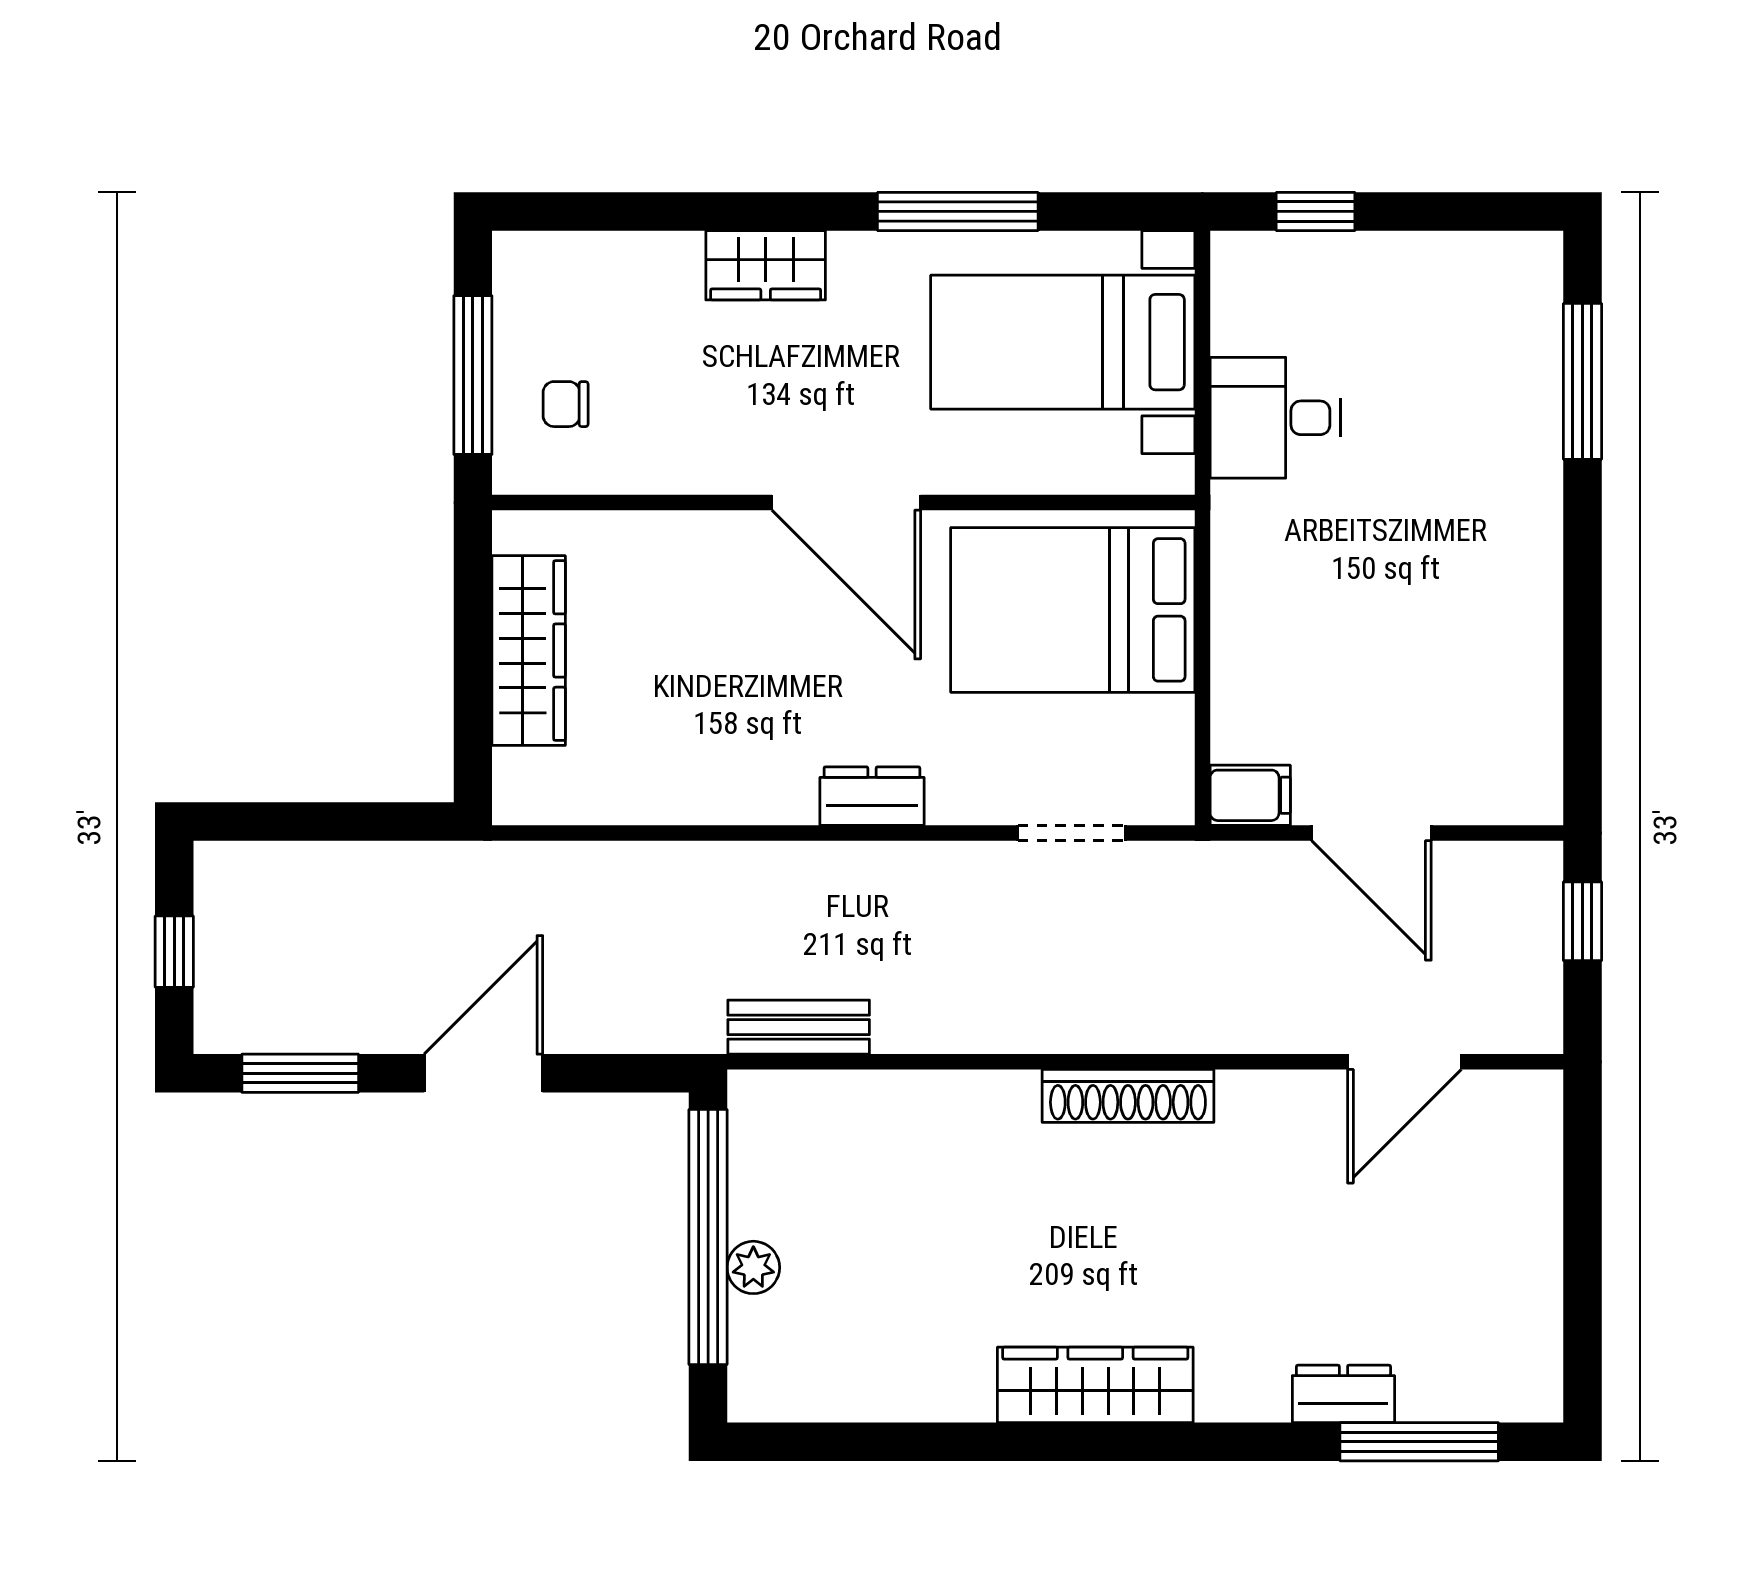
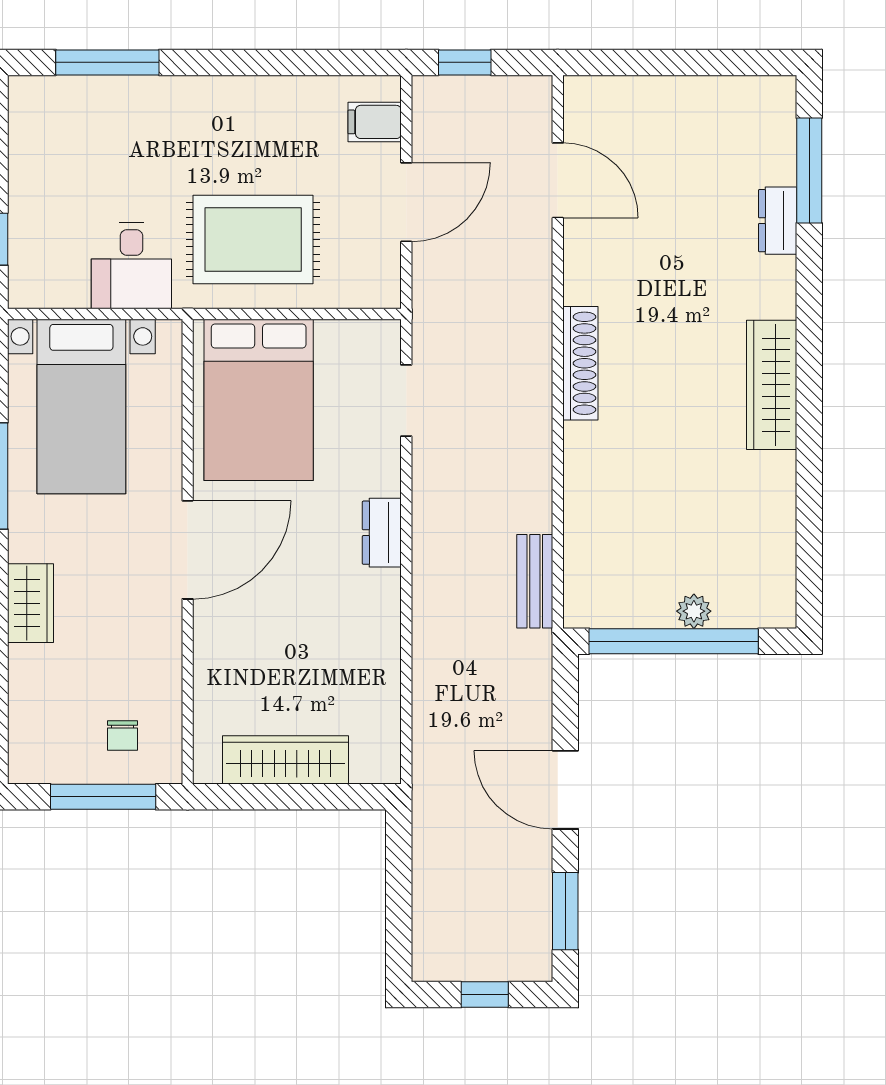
rug: (1315, 602) -> (253, 240), added
filing cabinet: (1250, 795) -> (375, 122), moved, turned -90

